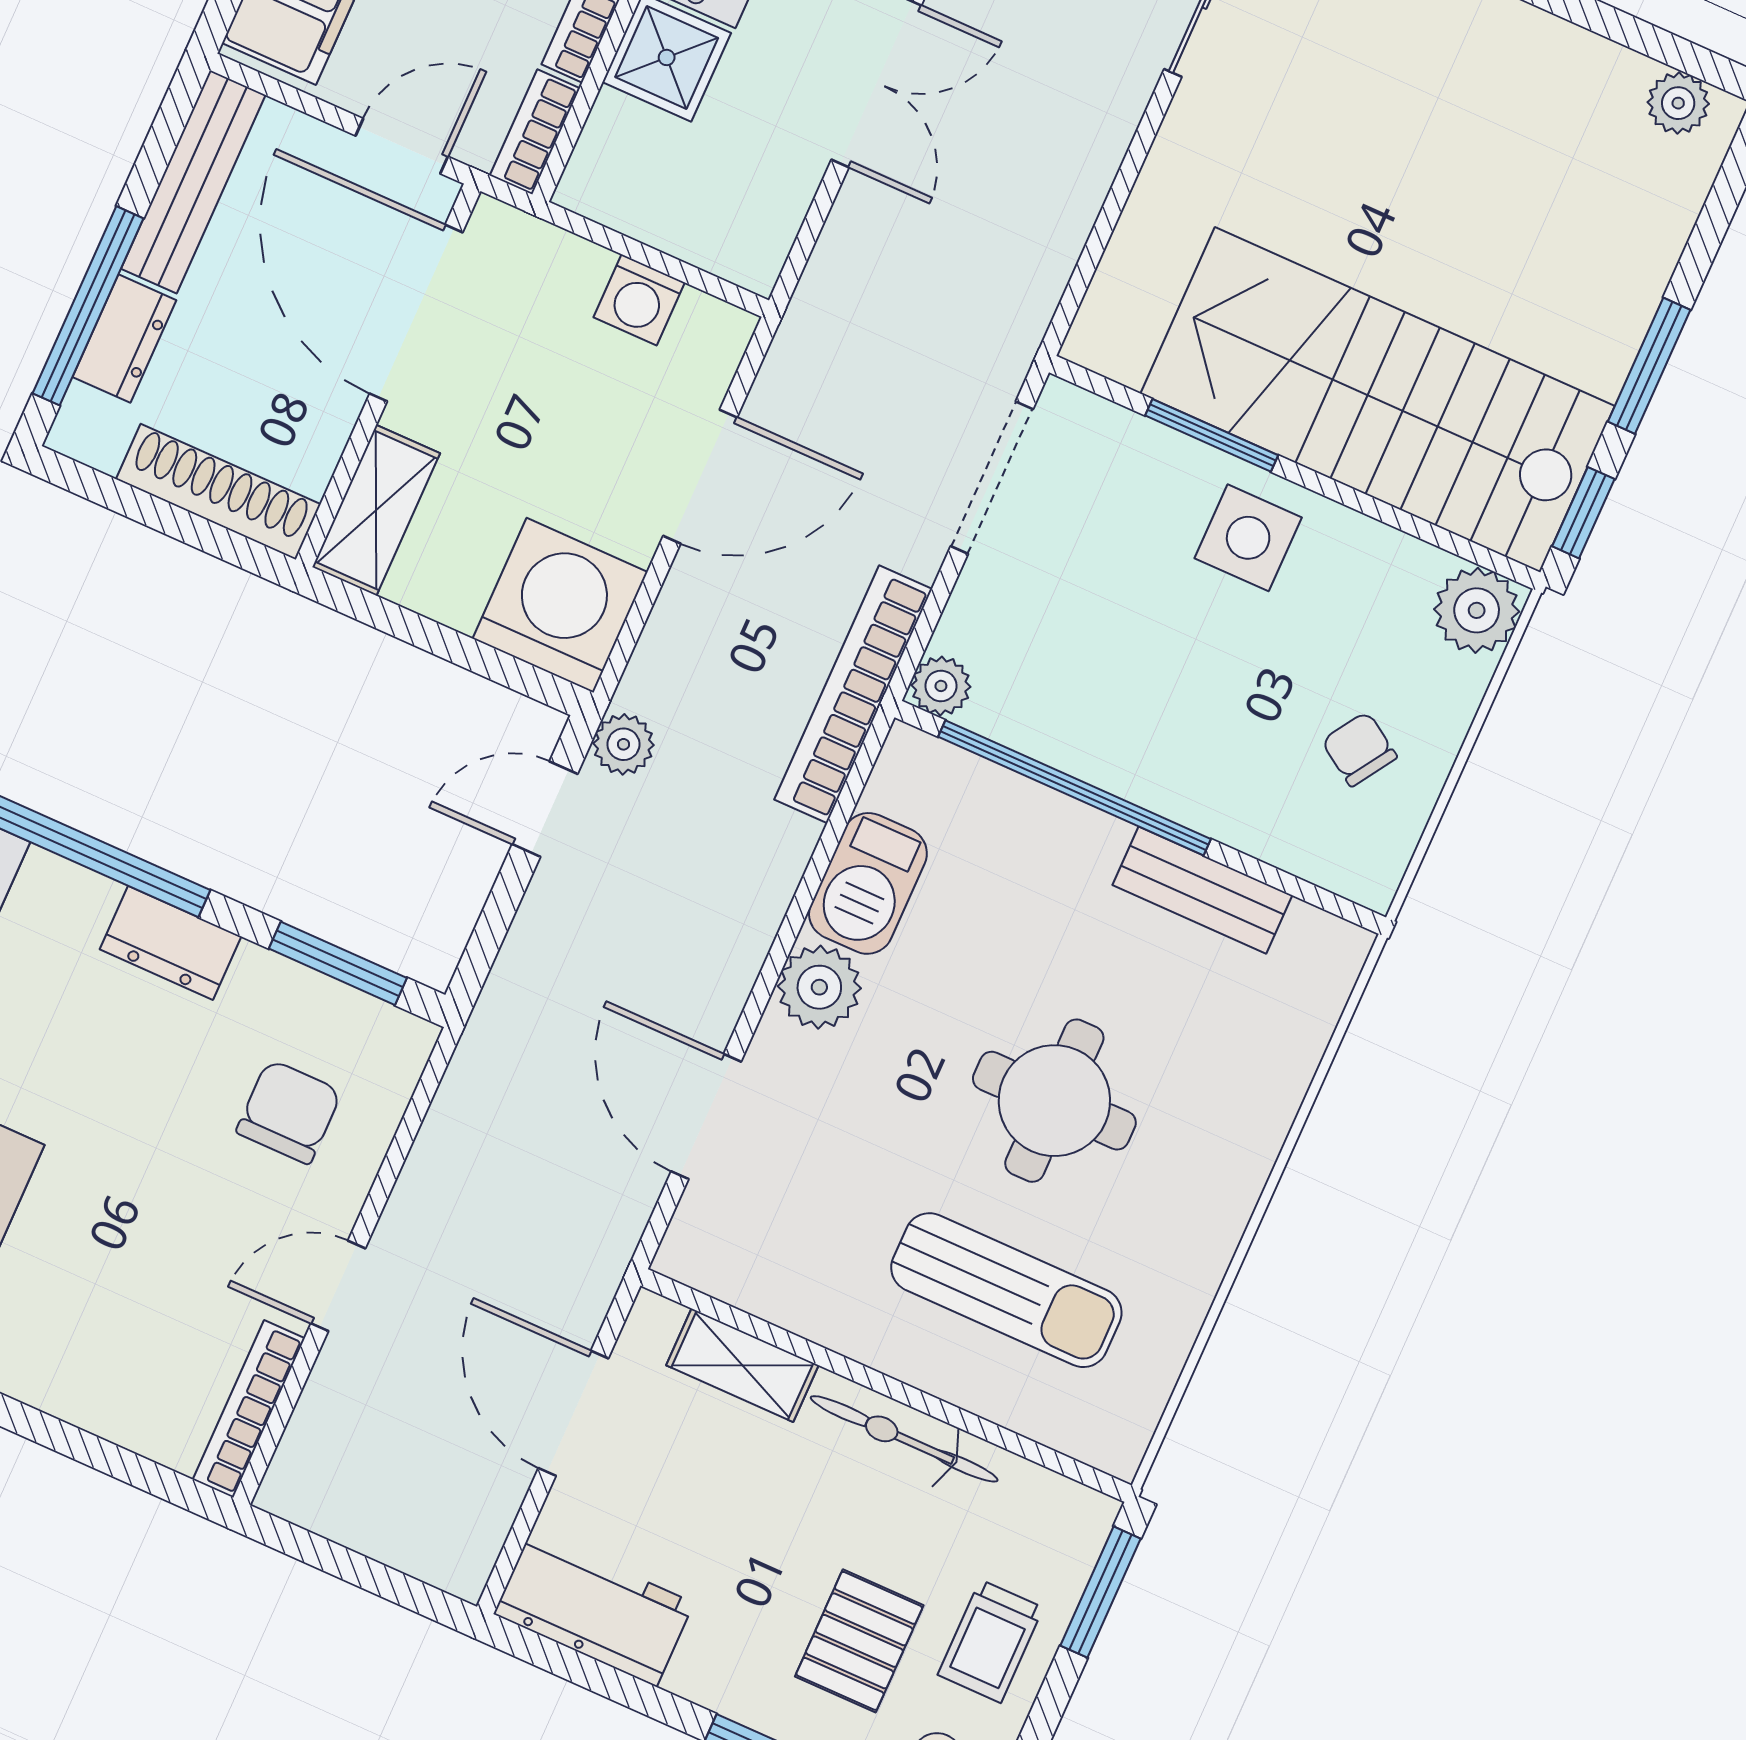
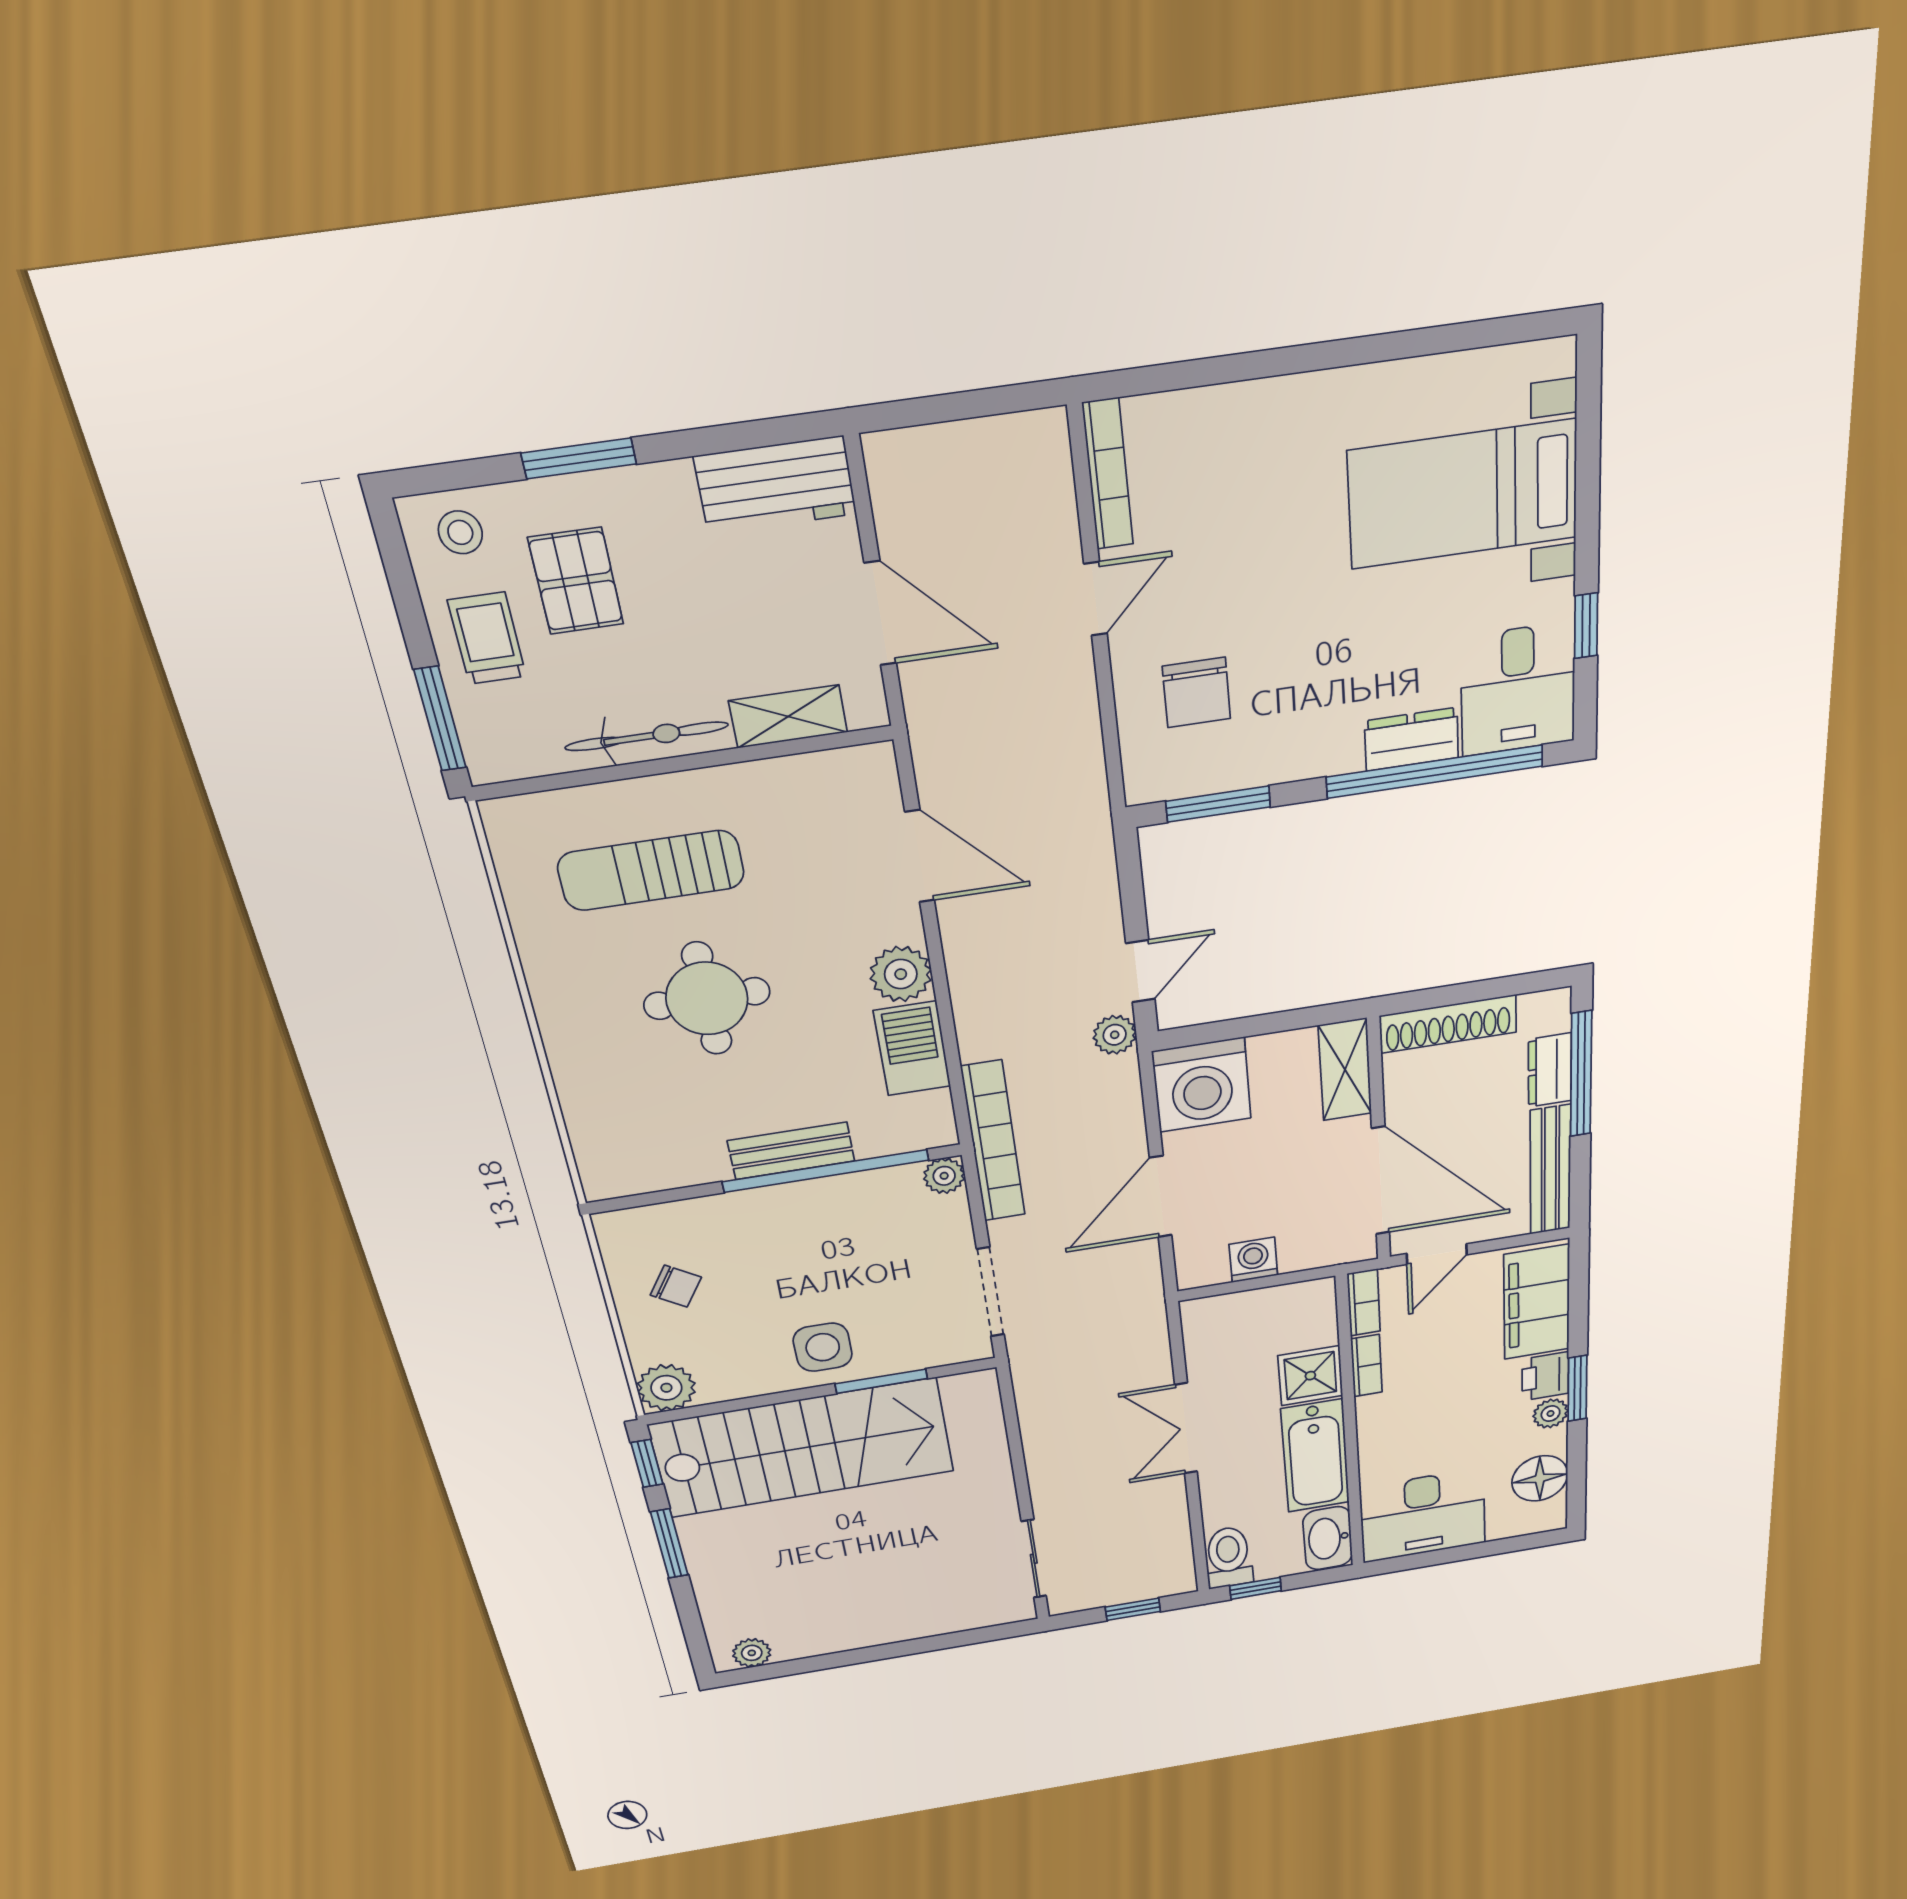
bench: (1202, 890) -> (791, 1151), moved
dresser: (170, 943) -> (1412, 739), moved

